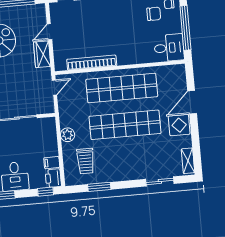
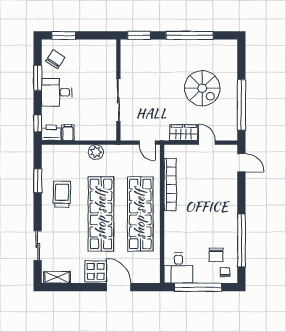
trolley: (86, 161) -> (62, 194), moved, turned 91

